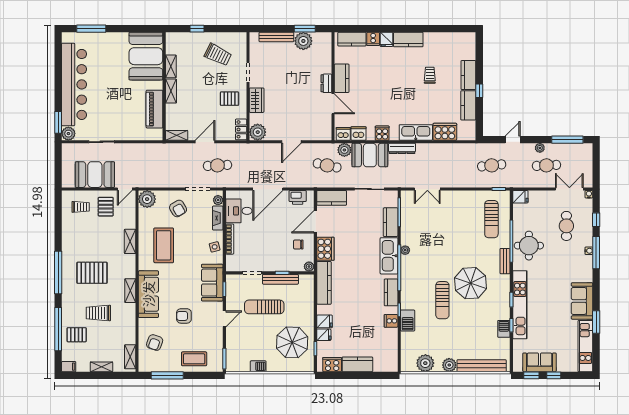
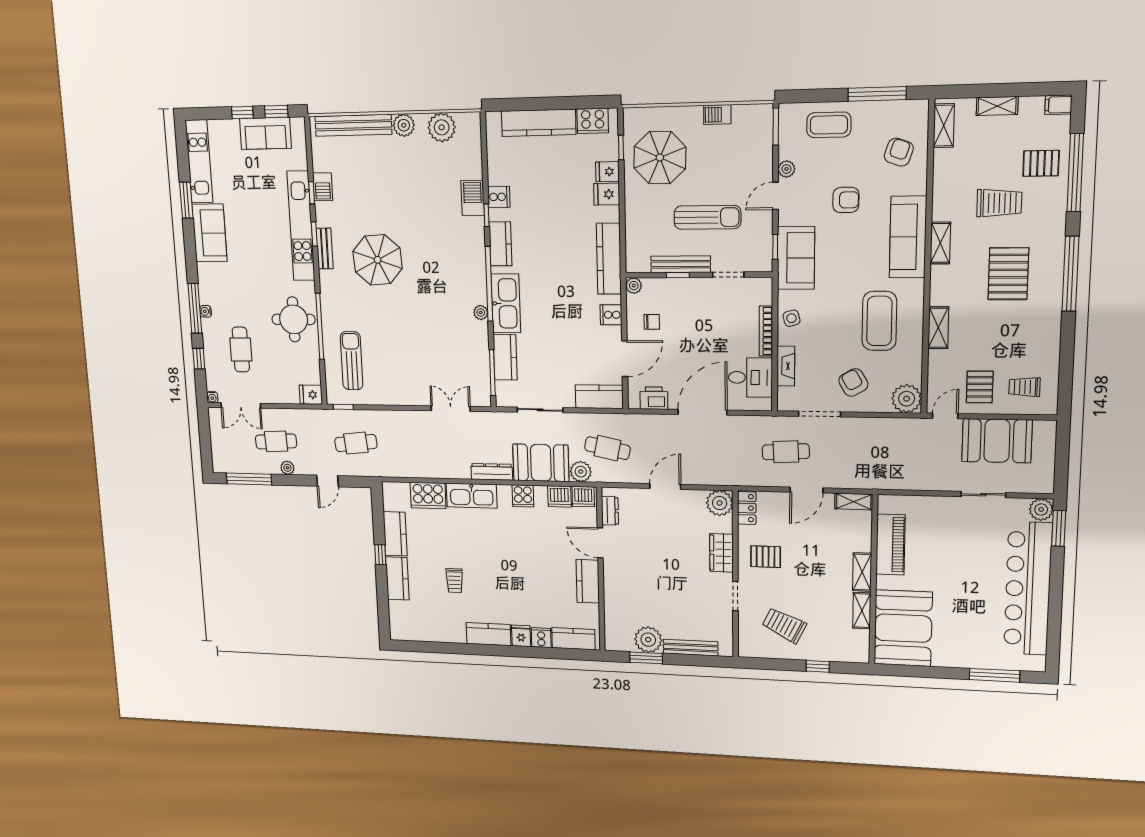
dresser: (326, 83) -> (610, 511), moved
plant: (218, 200) -> (786, 169), moved
cooker: (325, 249) -> (611, 315), width x0.53, depth x0.76
bench: (505, 261) -> (325, 249), moved
pallet: (92, 273) -> (1008, 274), turned 90
sun lounger: (442, 300) -> (419, 232), removed
kitchen counter: (357, 364) -> (539, 123), width x1.50

